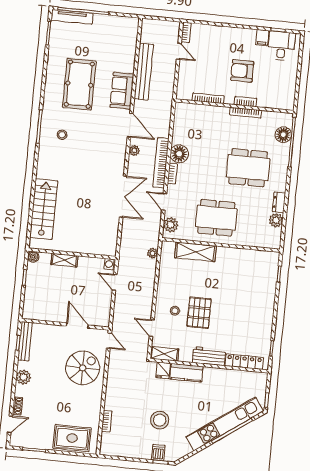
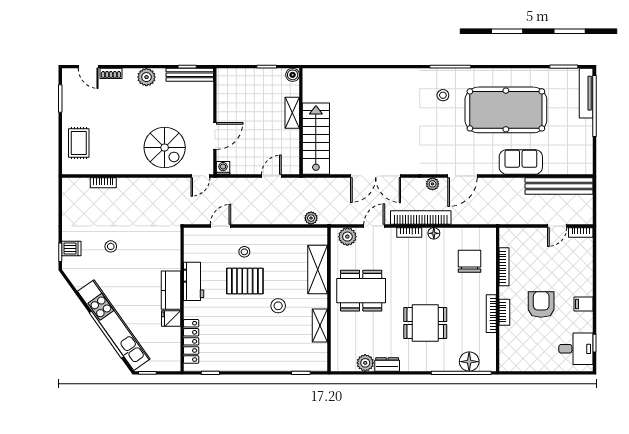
filing cabinet: (262, 38) -> (584, 304), moved
bench: (144, 72) -> (559, 186), moved
pool table: (79, 84) -> (506, 110), width x1.36, depth x1.32
sofa: (122, 91) -> (521, 162), moved
chair: (201, 126) -> (470, 261), added
floor lamp: (179, 154) -> (434, 233), width x0.53, depth x0.53
dining table: (248, 168) -> (425, 323), width x0.73
stairs: (44, 209) -> (316, 139), moved, turned -90
dining table: (216, 218) -> (361, 291), turned 90
washing machine: (110, 264) -> (223, 168), moved
stool: (222, 287) -> (278, 306), added
shelving: (164, 354) -> (320, 325), moved
workbench: (209, 356) -> (194, 281), moved
fridge: (163, 370) -> (171, 318), moved
kitchen counter: (186, 373) -> (171, 290), moved
stool: (160, 420) -> (111, 246), width x0.53, depth x0.53
rug: (72, 438) -> (79, 143), width x0.73, depth x0.70

